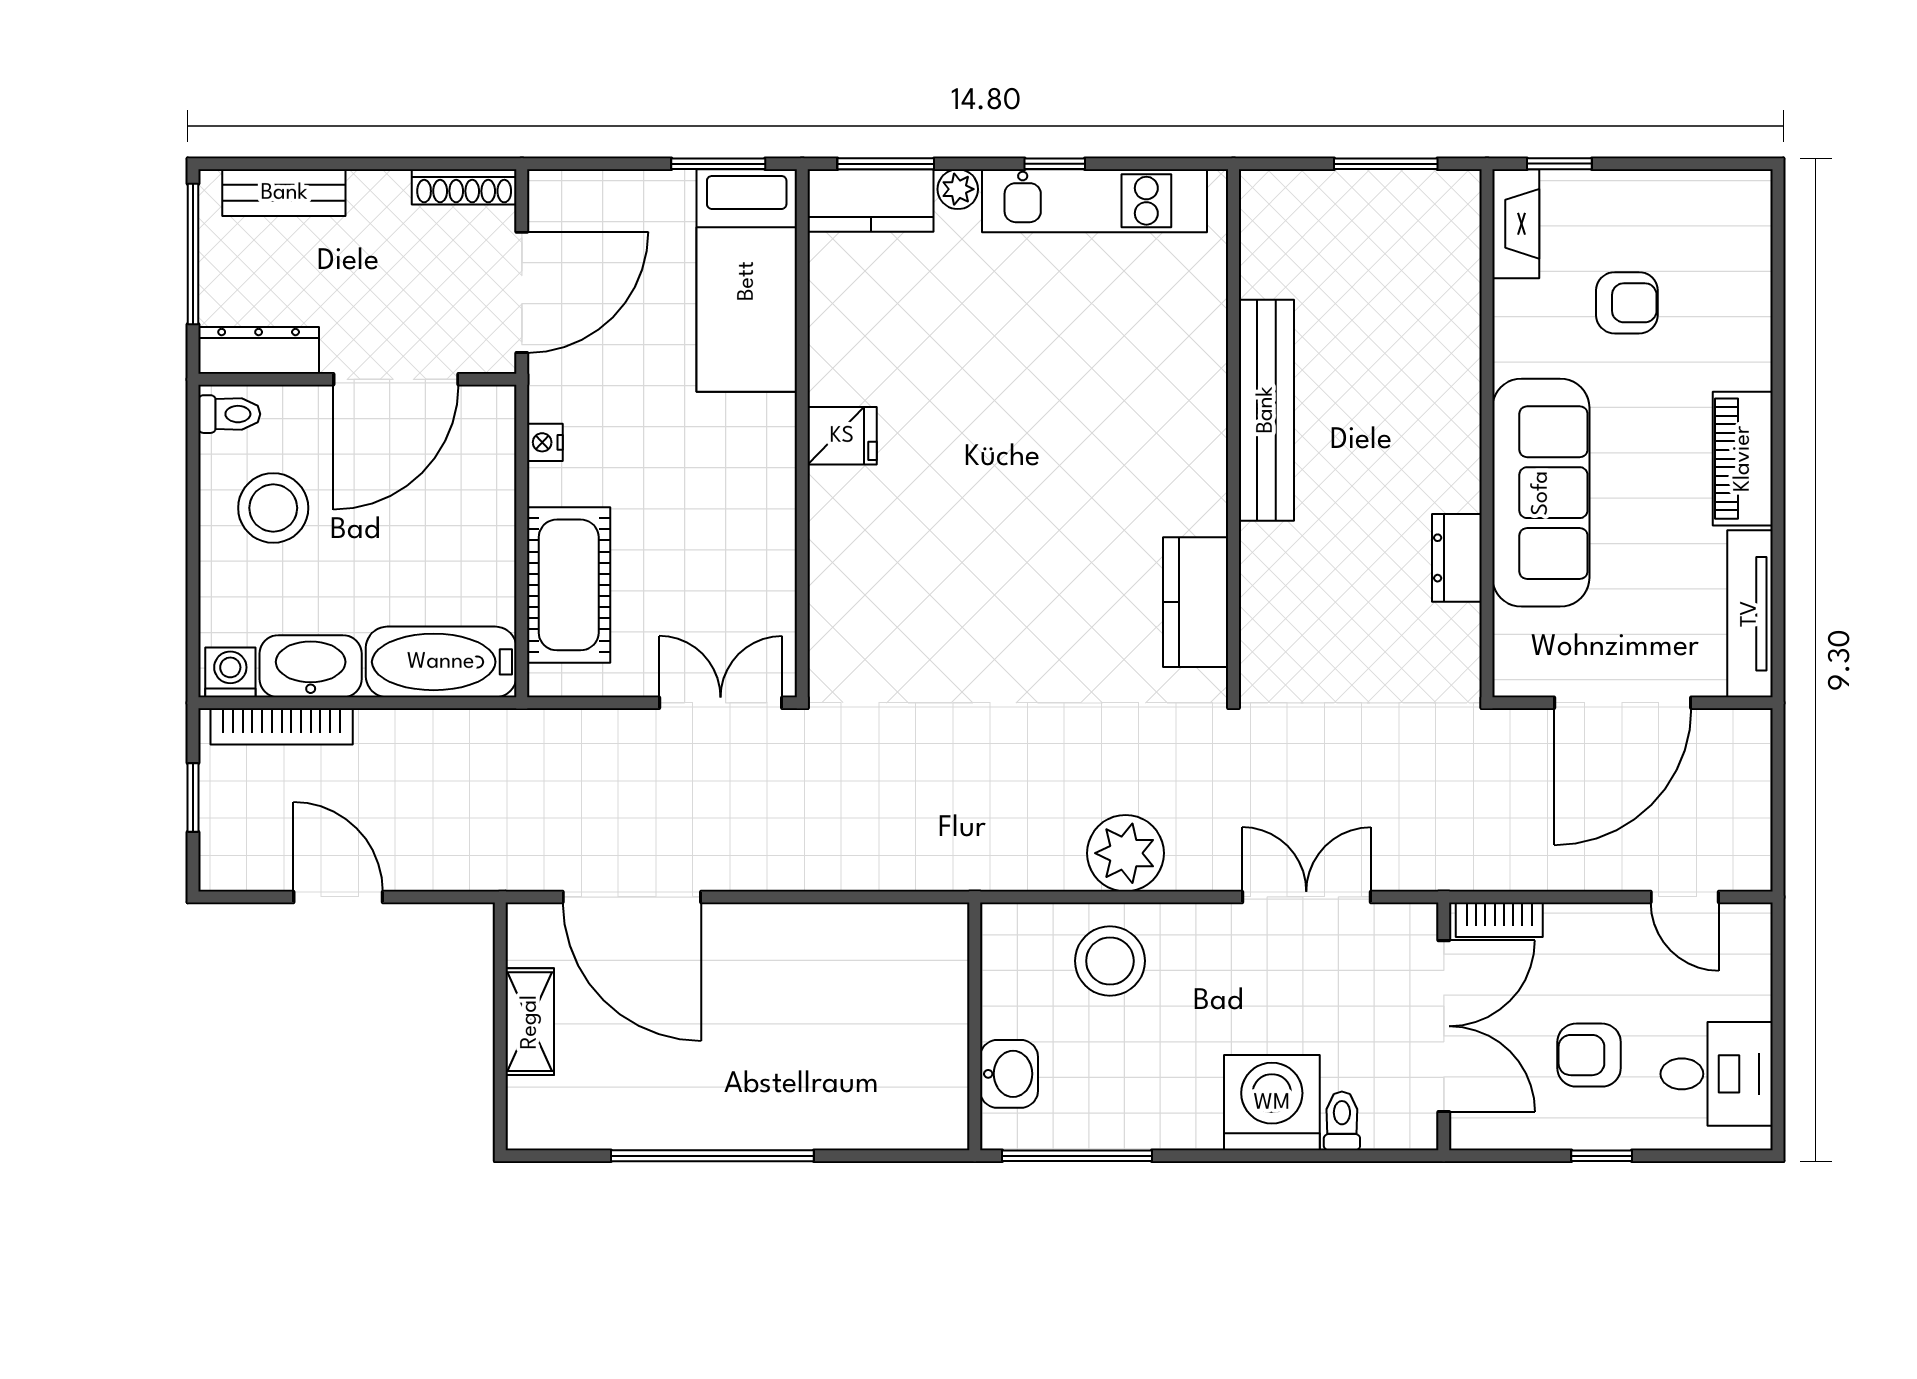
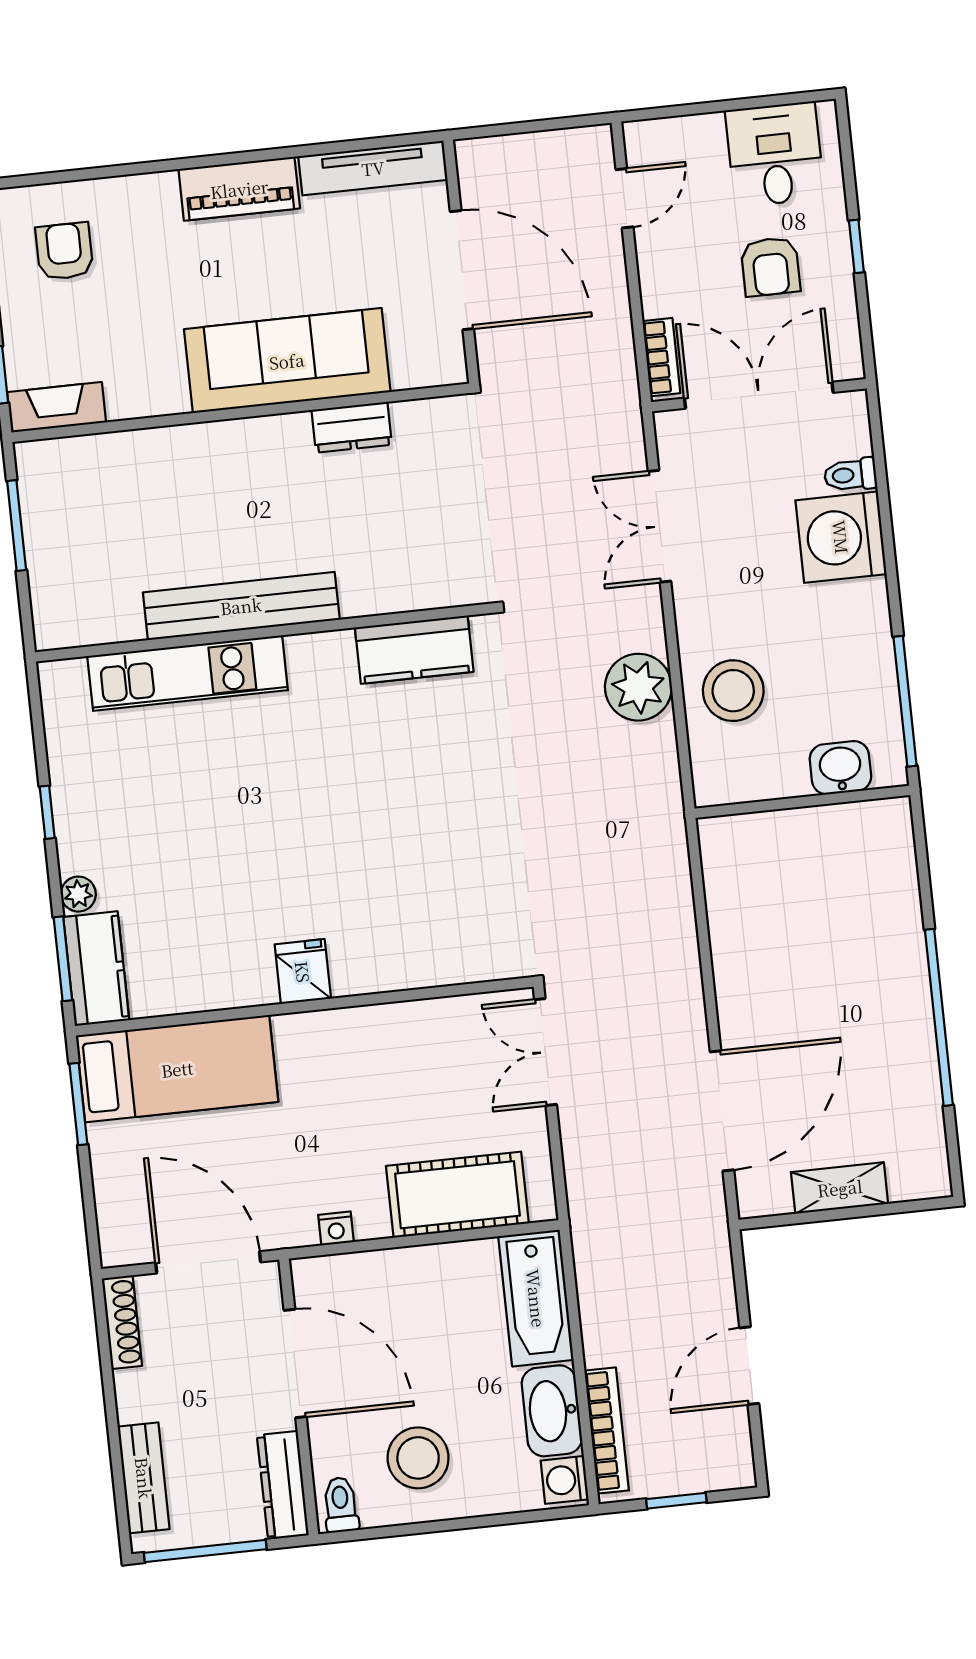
kitchen unit: (1095, 201) -> (188, 673), moved, turned 90
armchair: (1627, 303) -> (64, 251), moved

